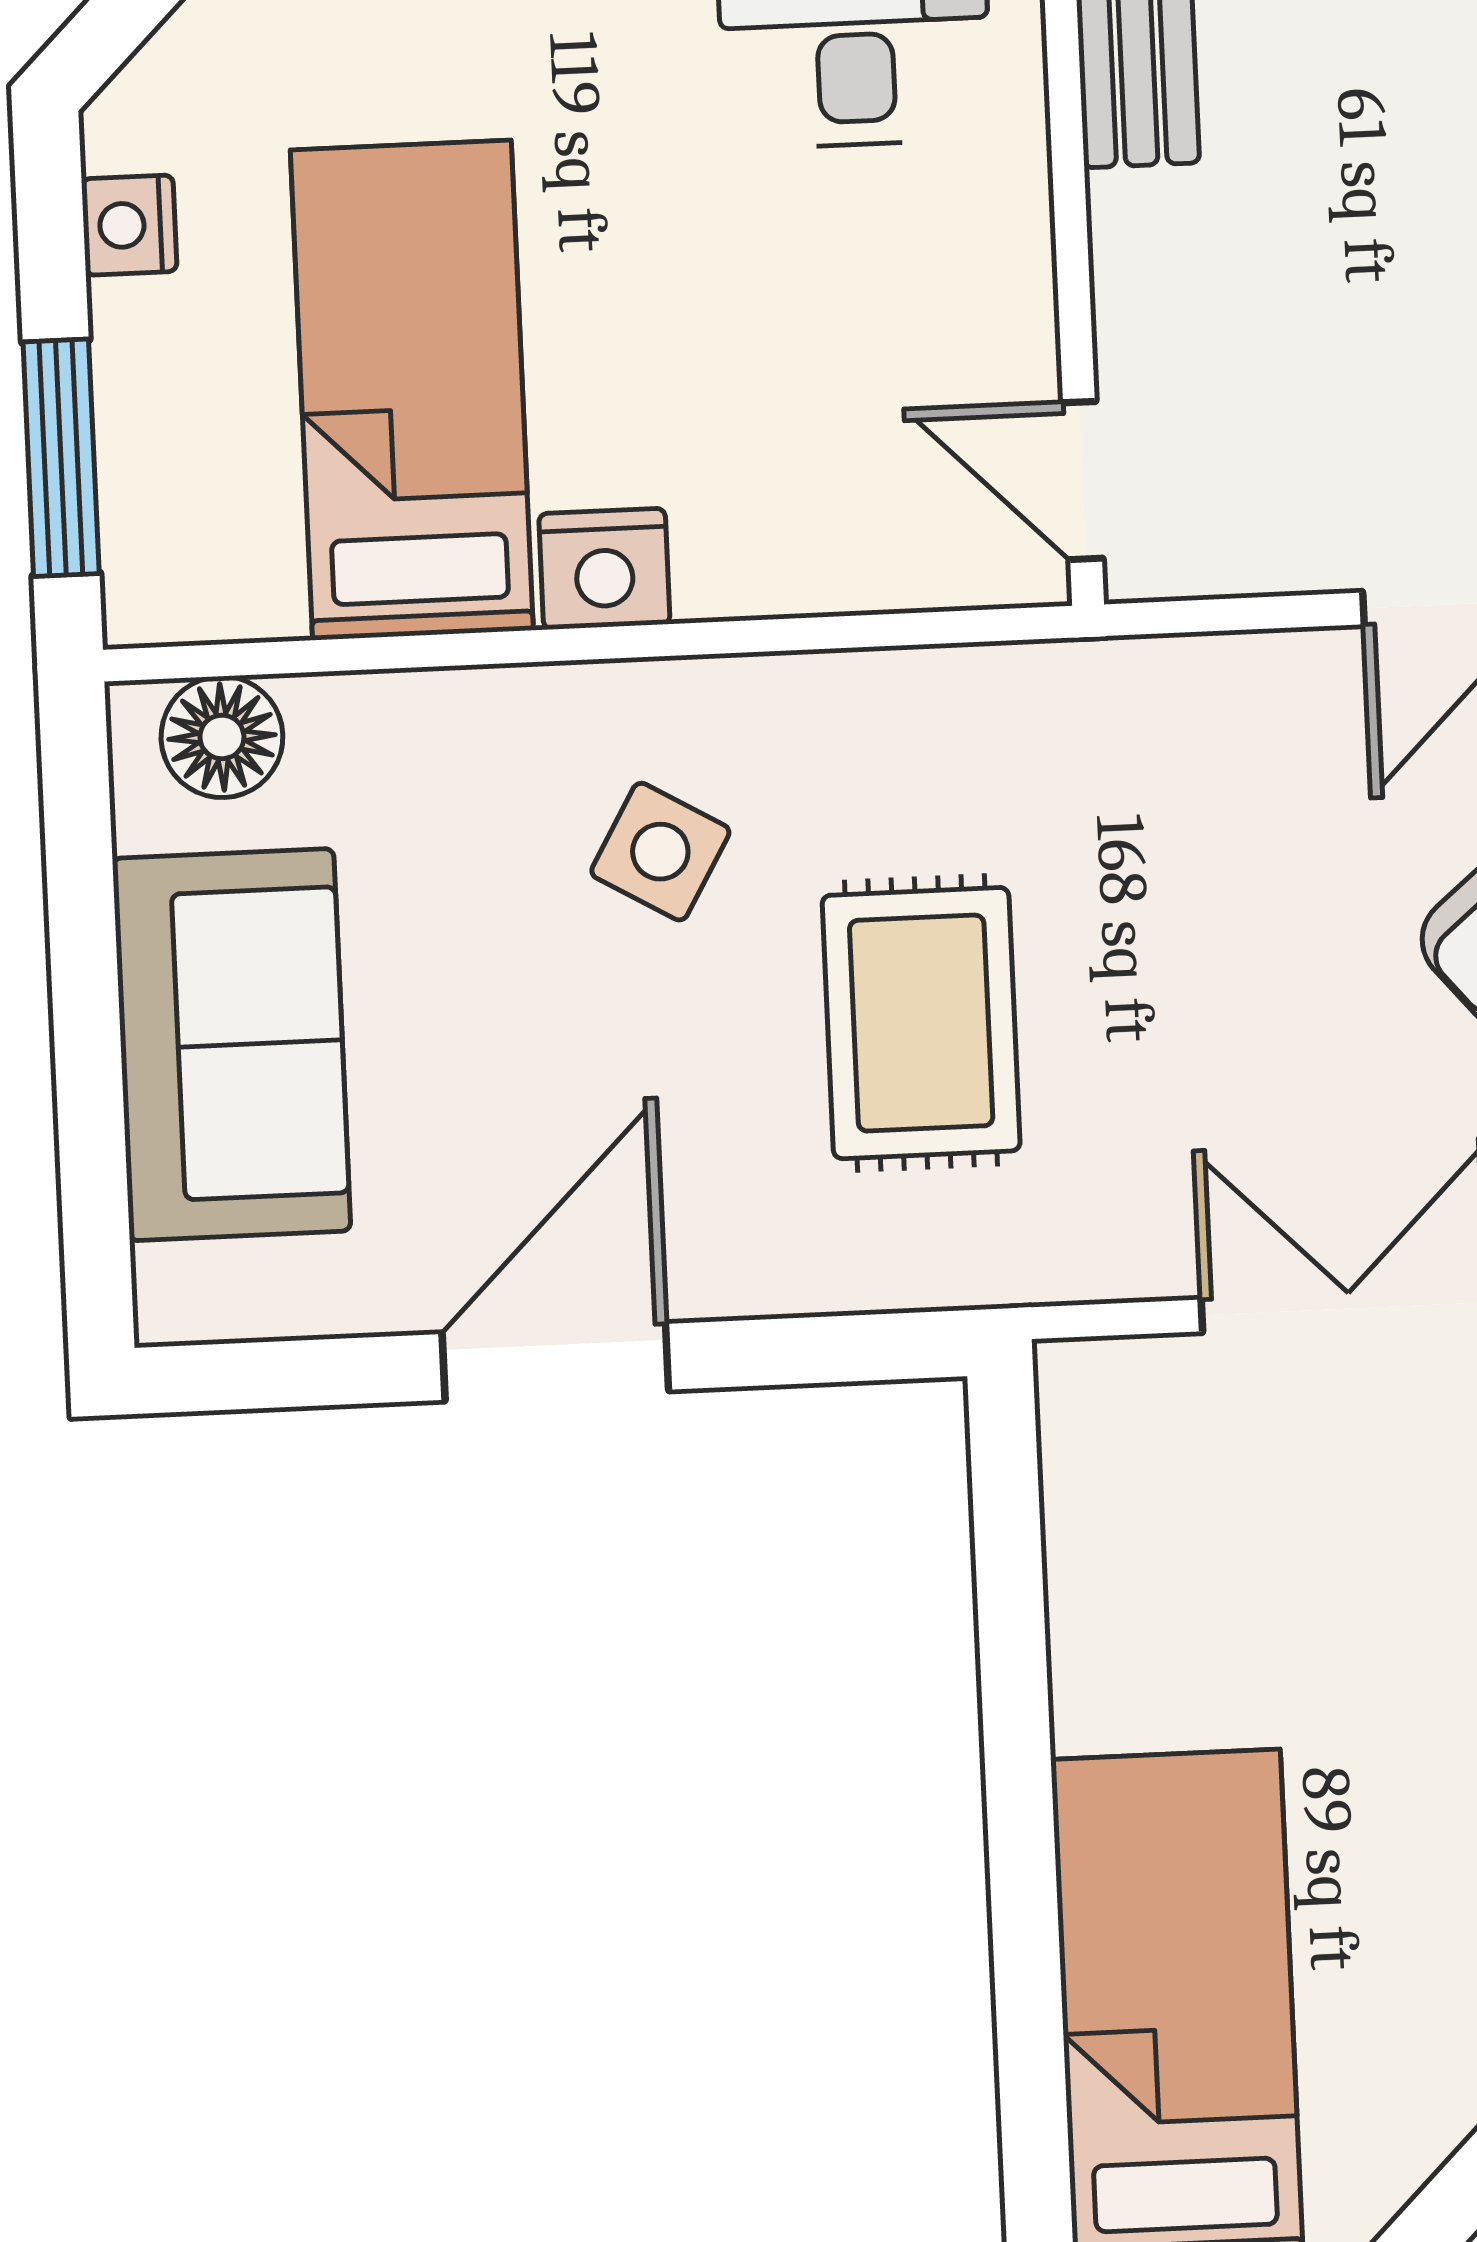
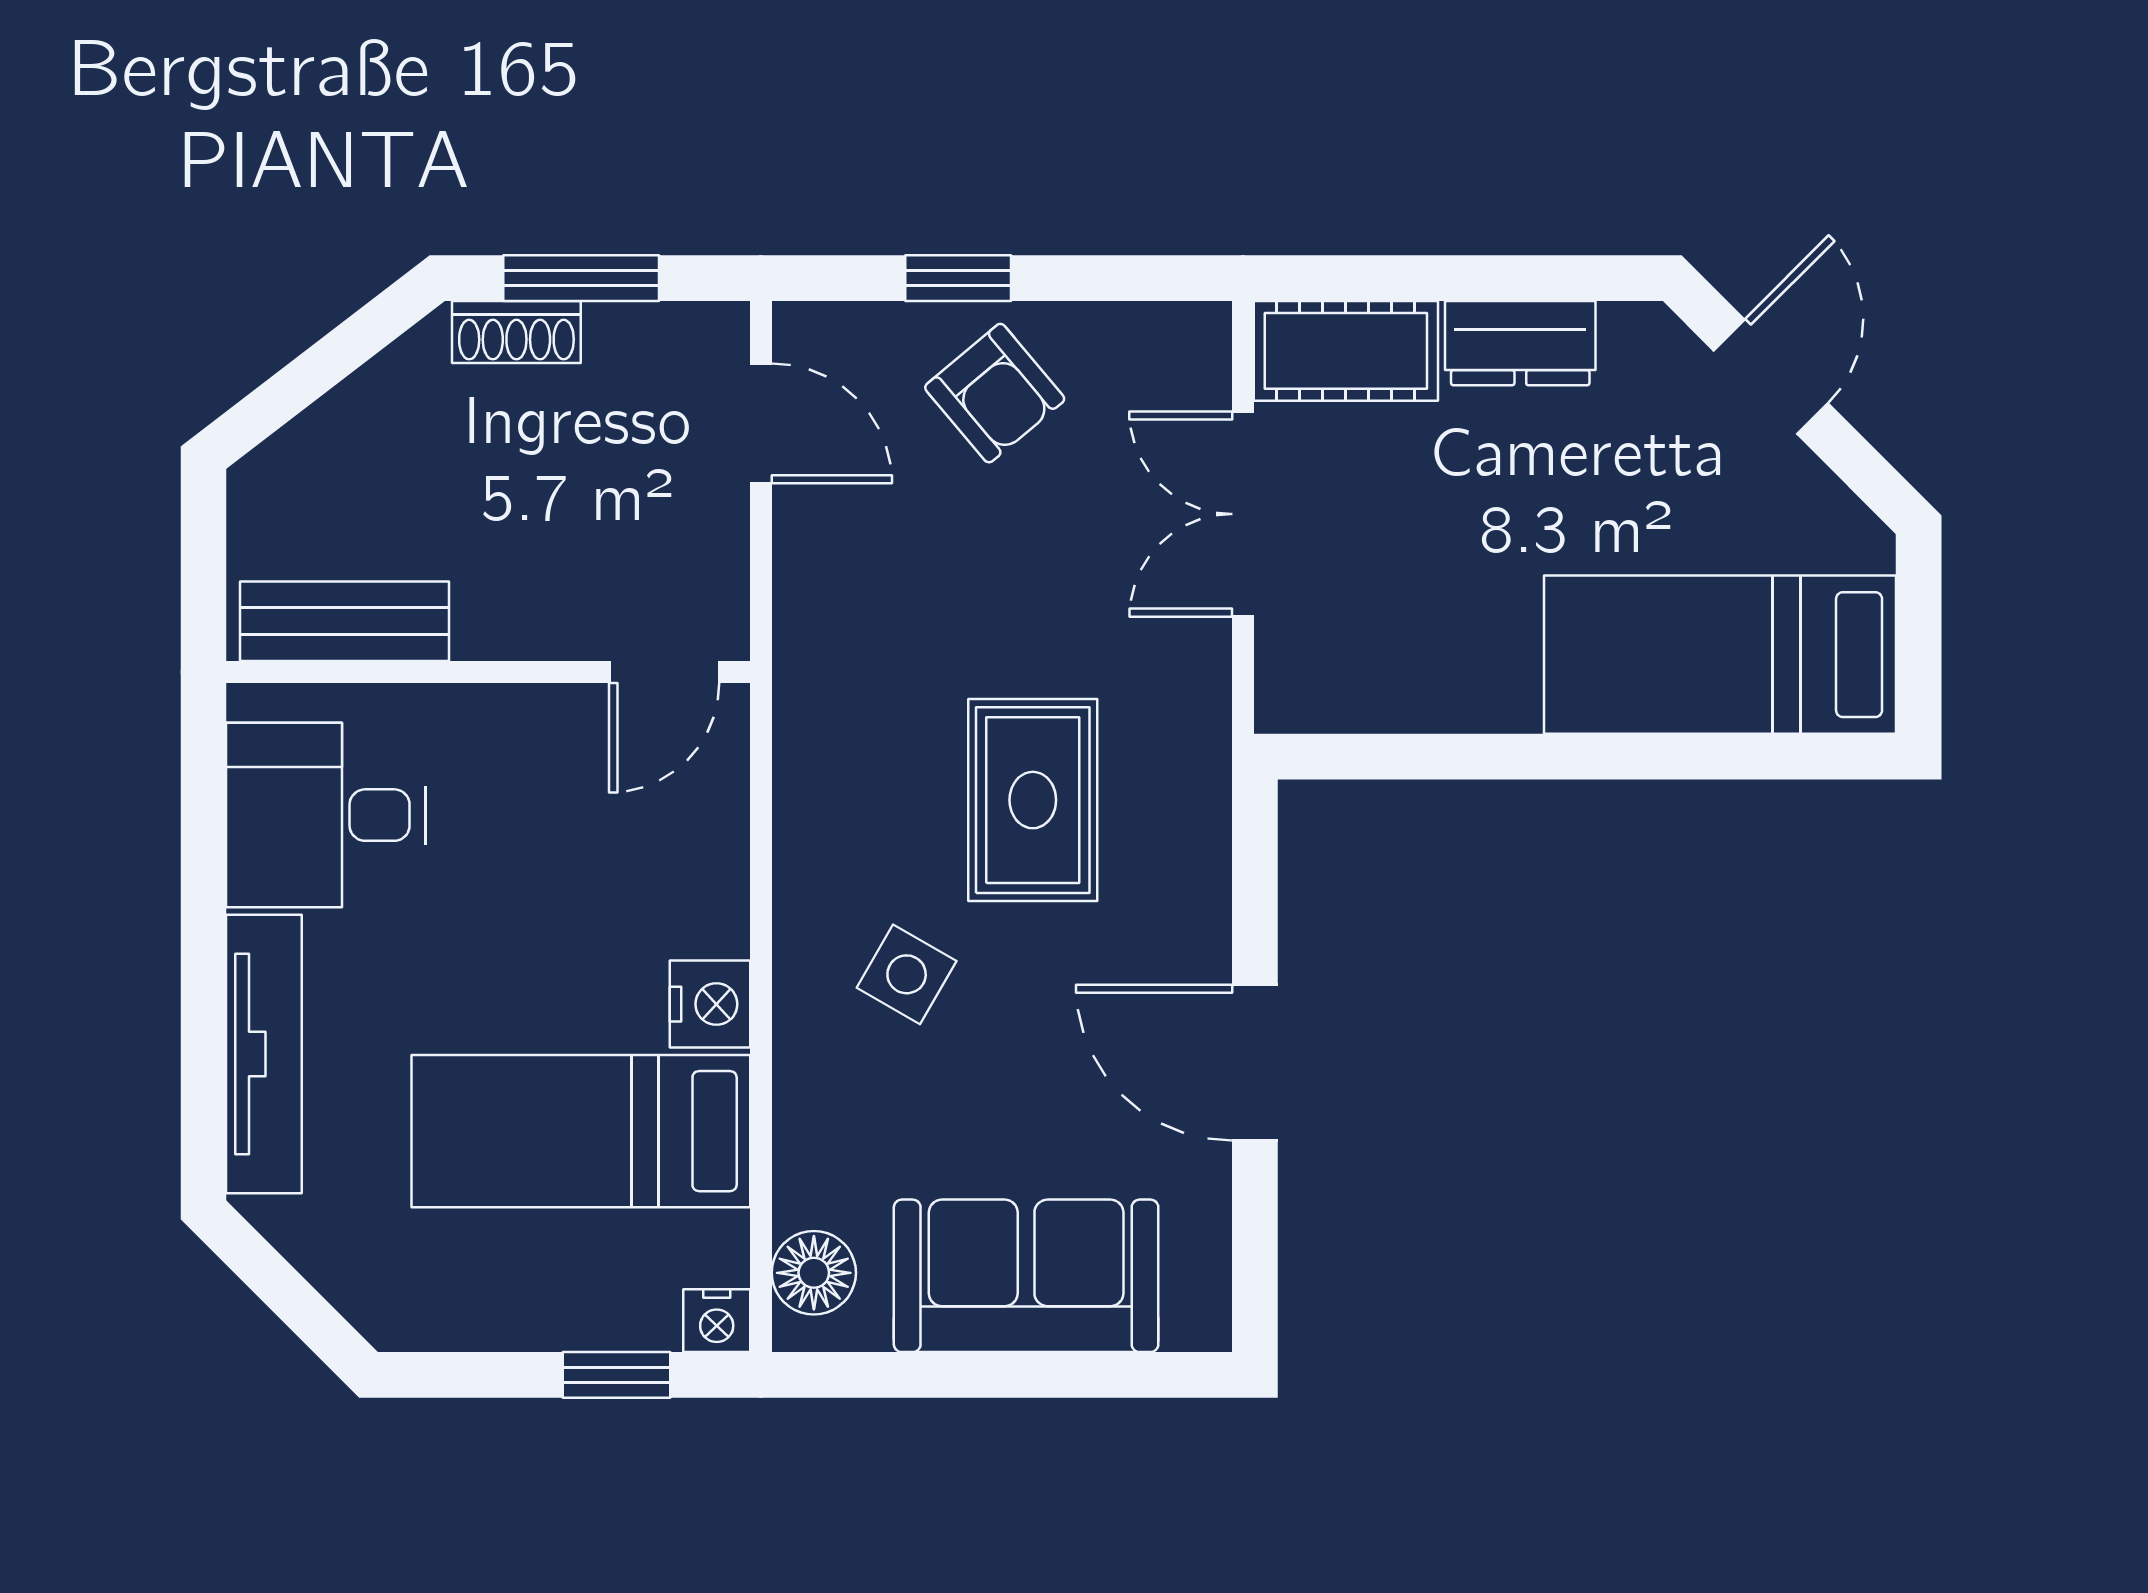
nightstand: (129, 225) -> (717, 1321), moved
window: (61, 458) -> (616, 1375), width x0.67
rug: (921, 1023) -> (1033, 800), turned 90

